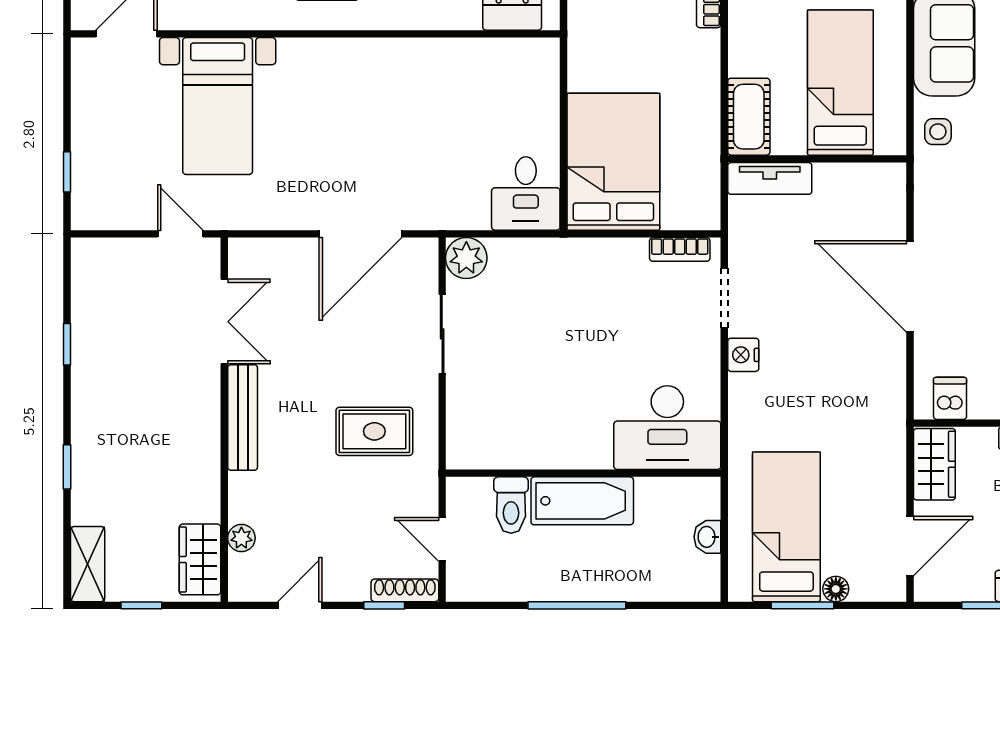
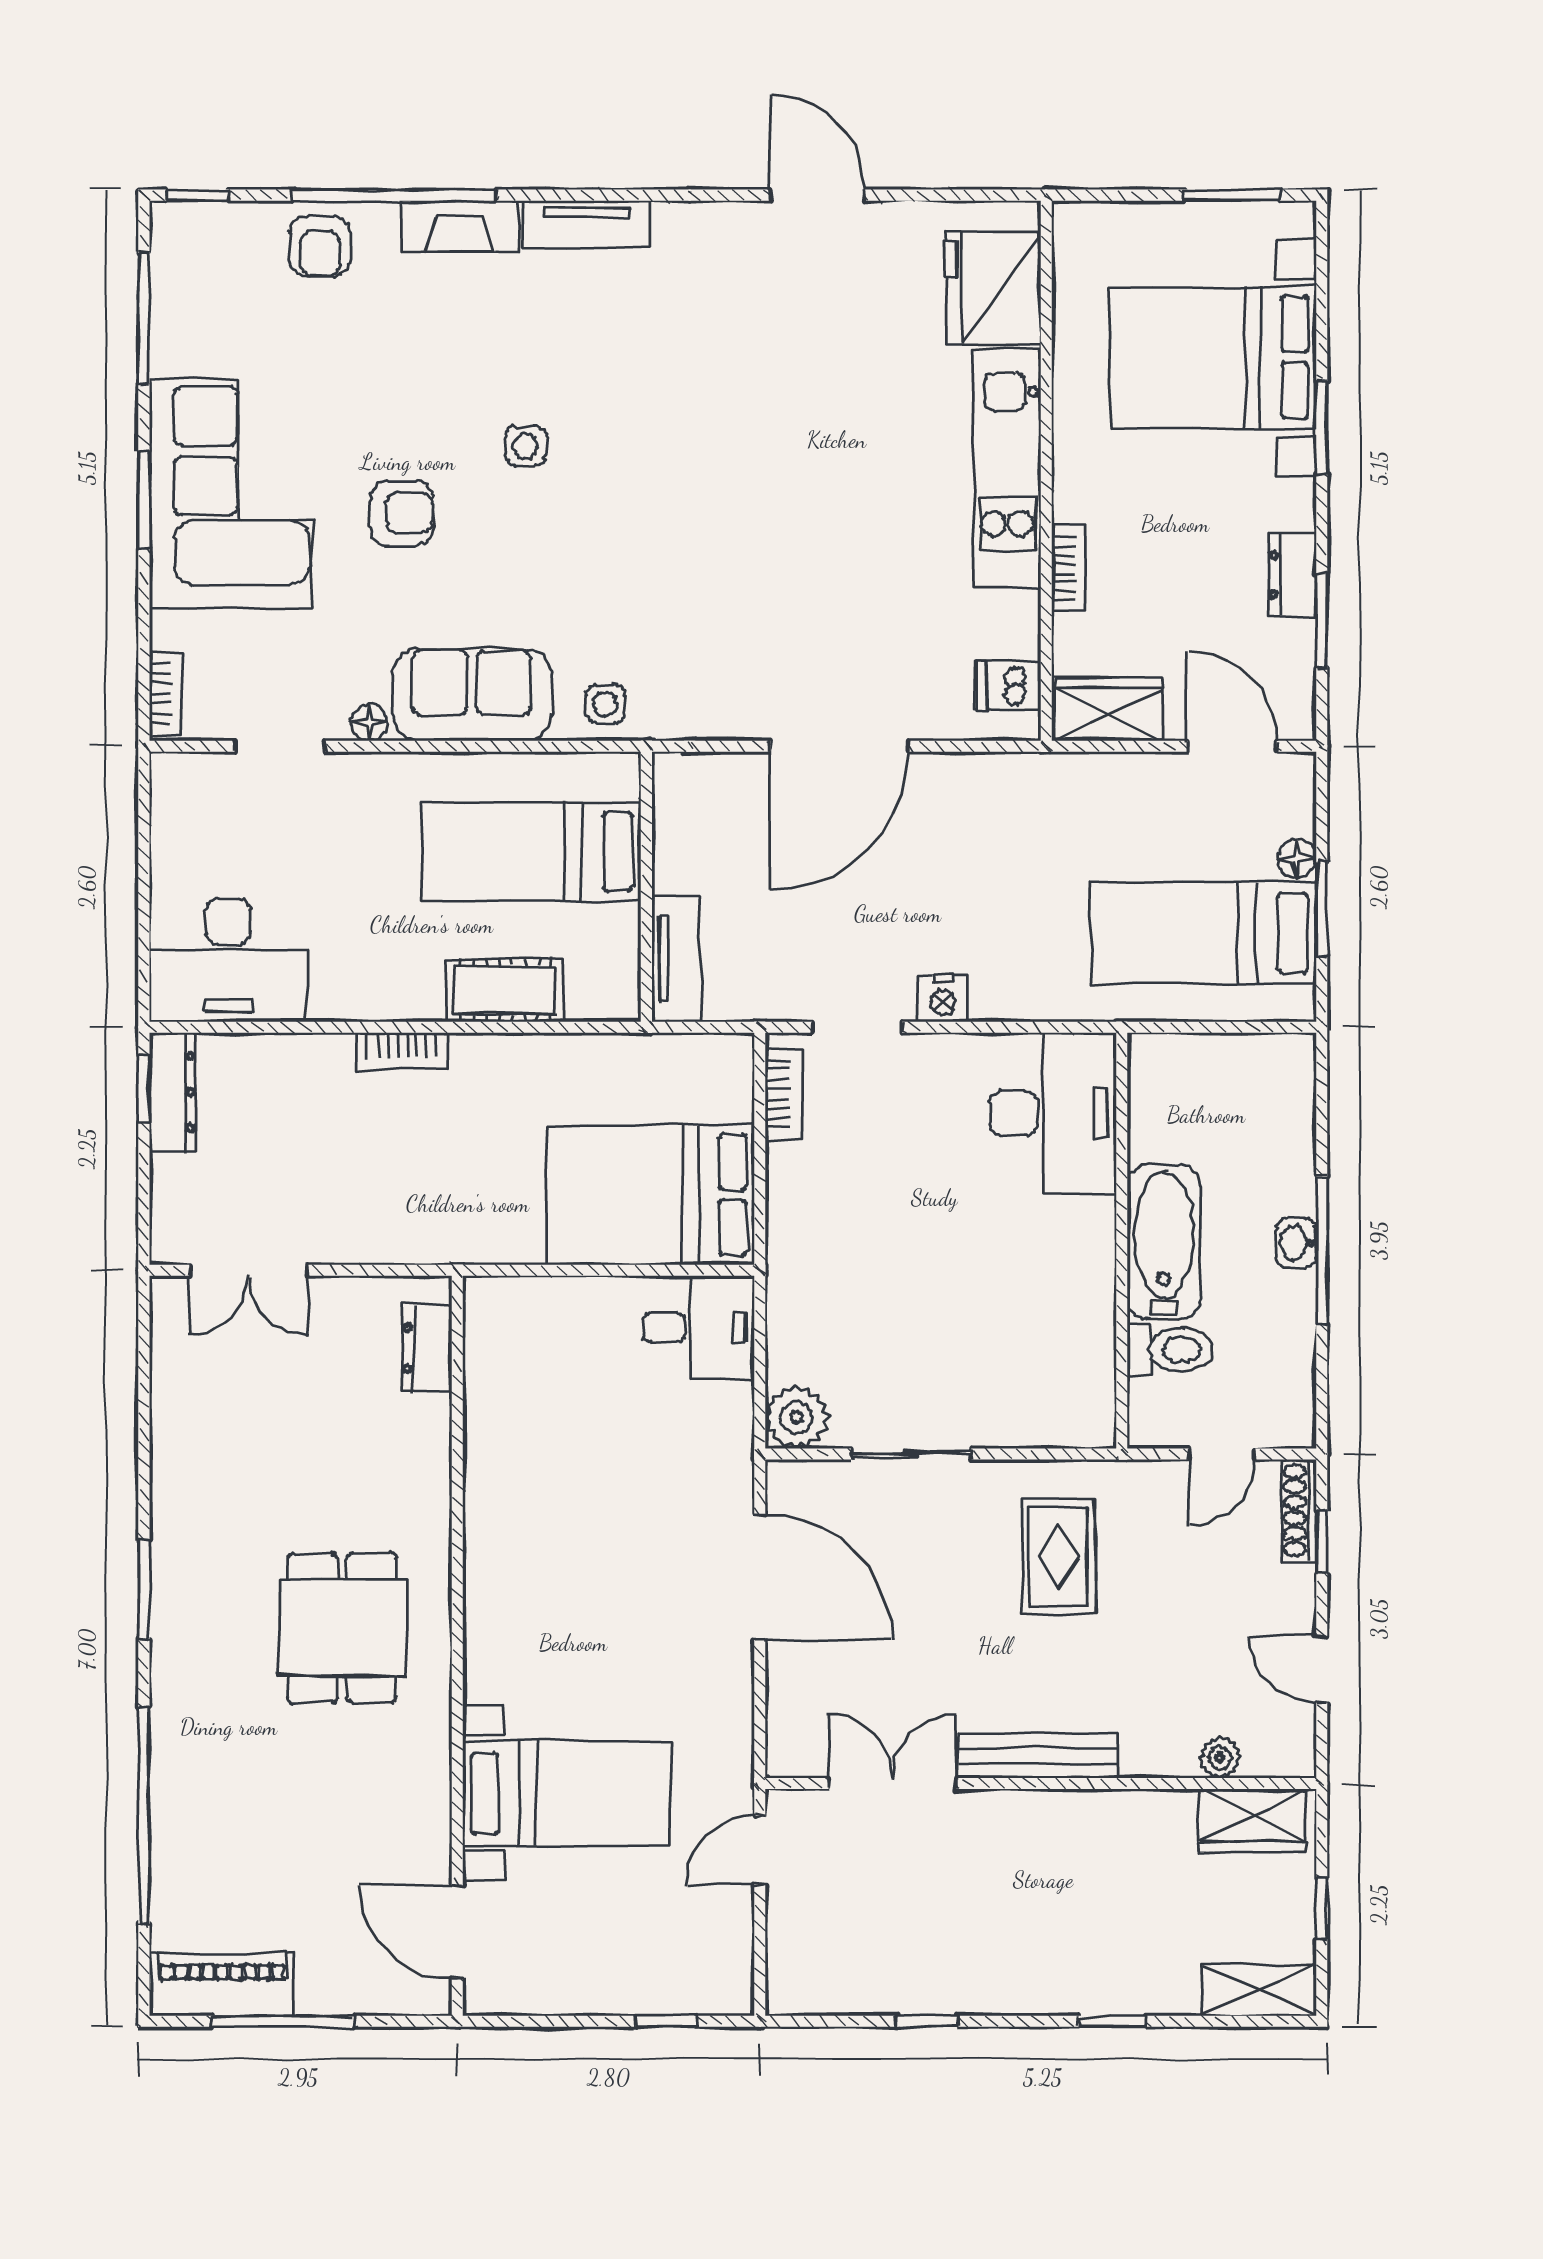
cot: (749, 117) -> (506, 990), moved
washbasin: (707, 537) -> (1296, 1243), moved, turned 90

